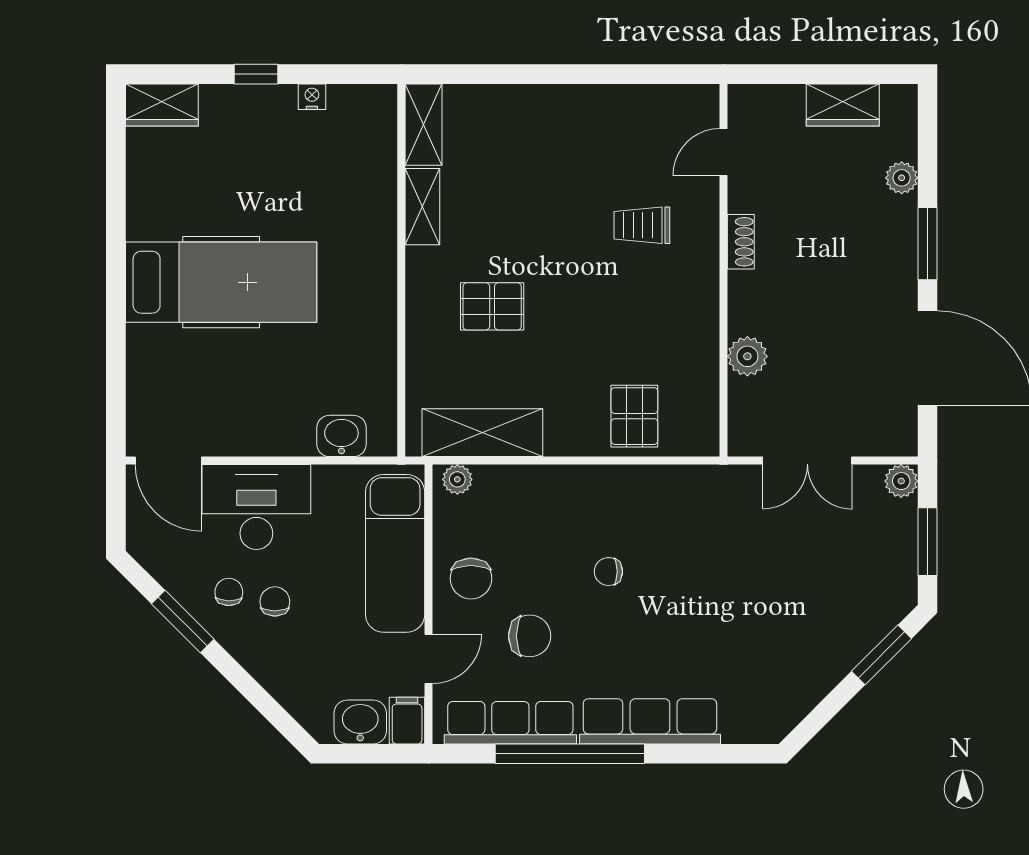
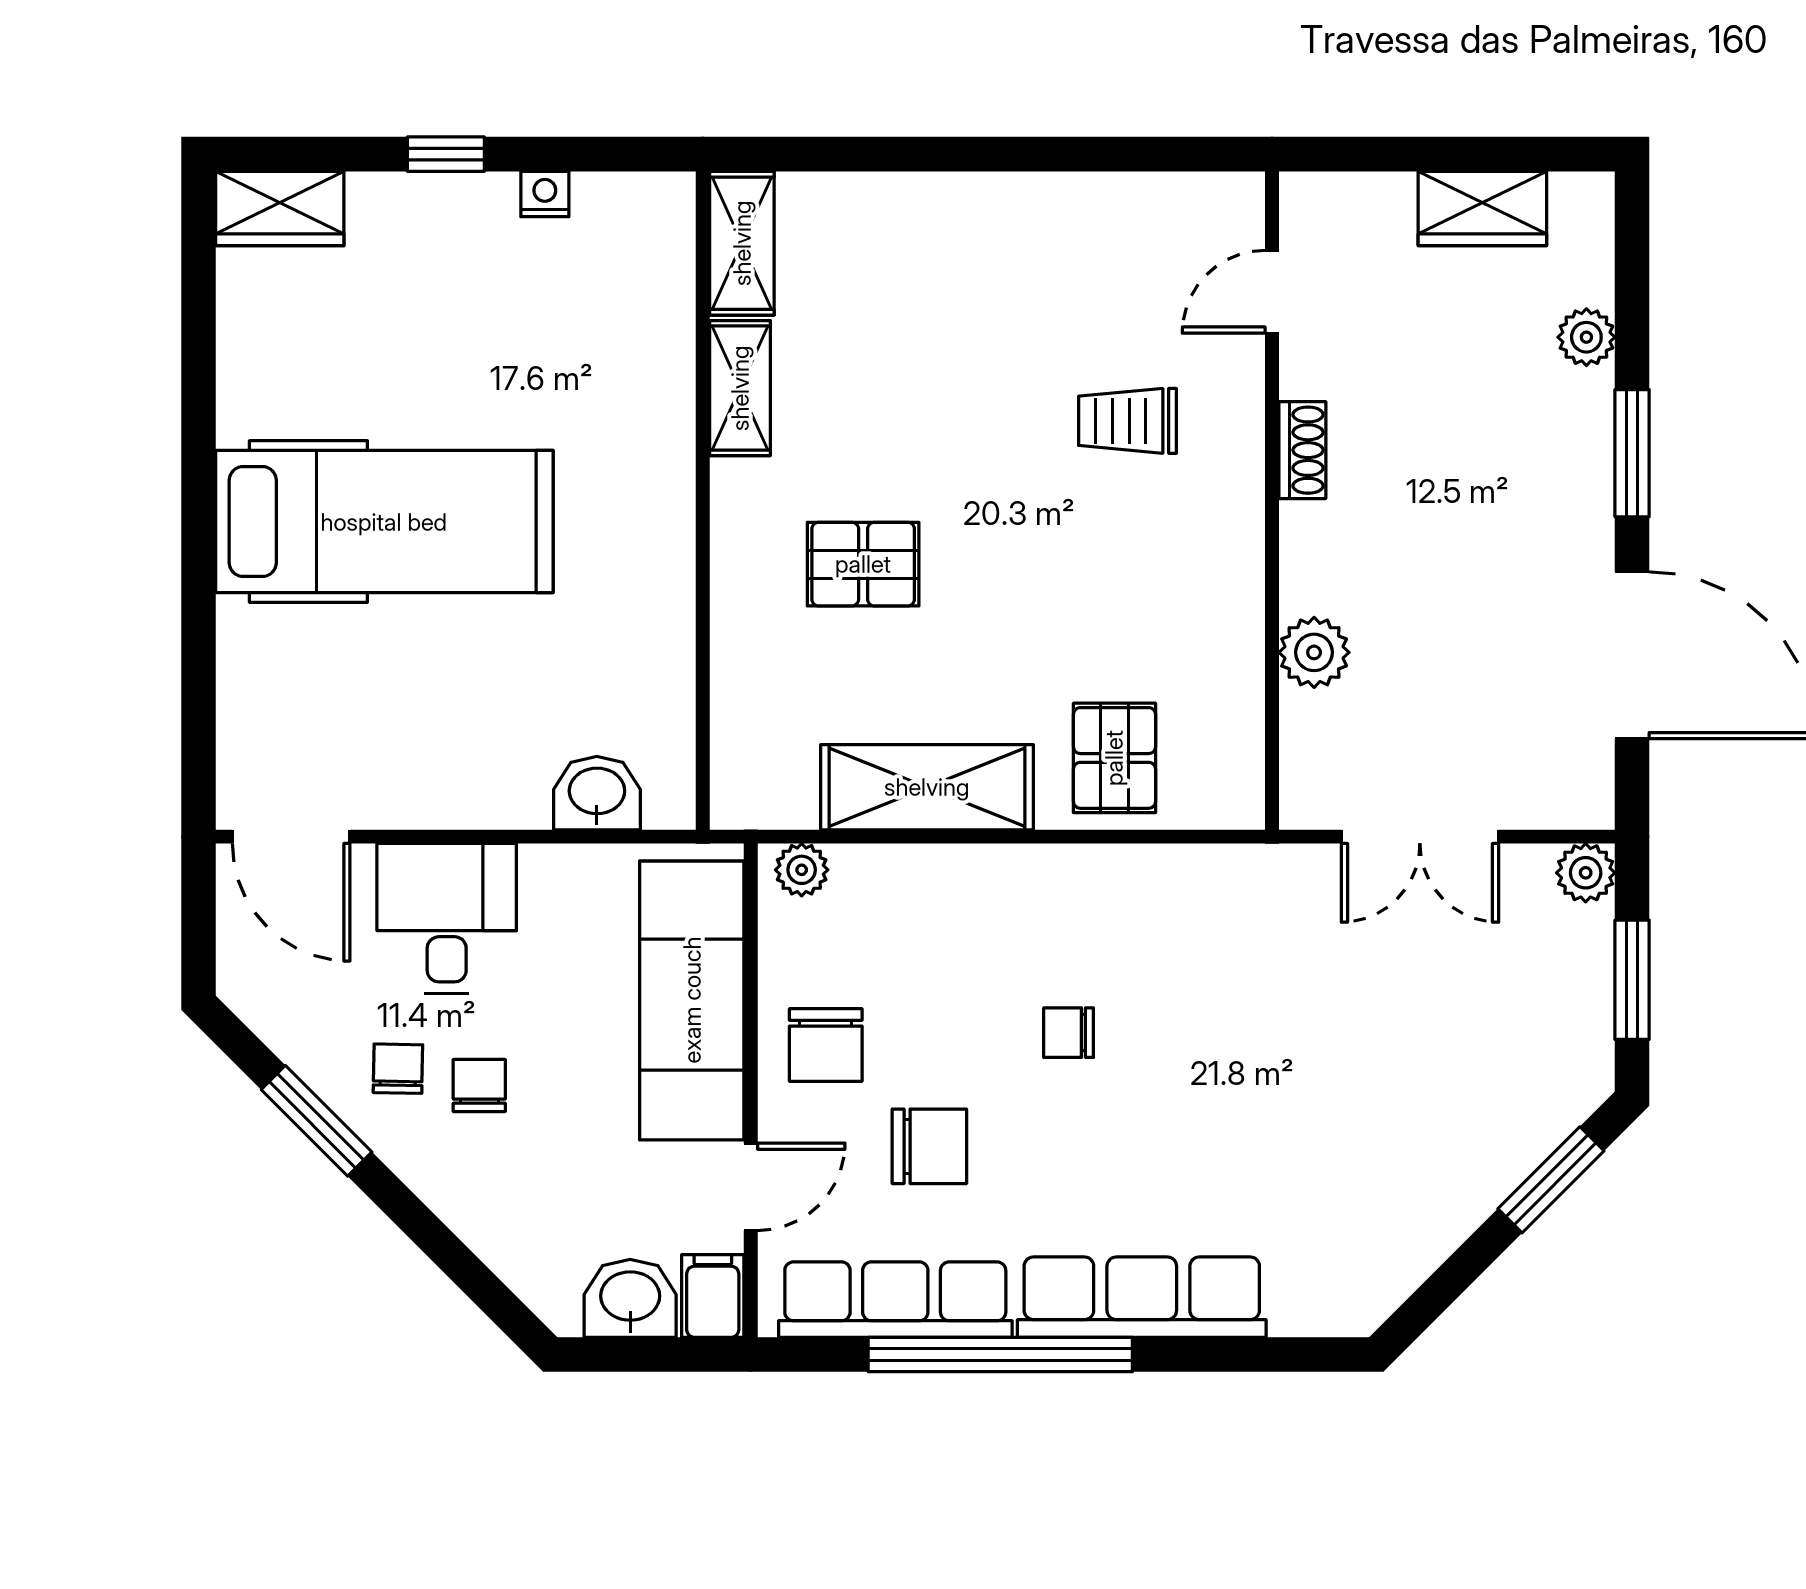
shelving: (482, 433) -> (927, 787), moved
desk: (256, 507) -> (447, 919), width x0.73

